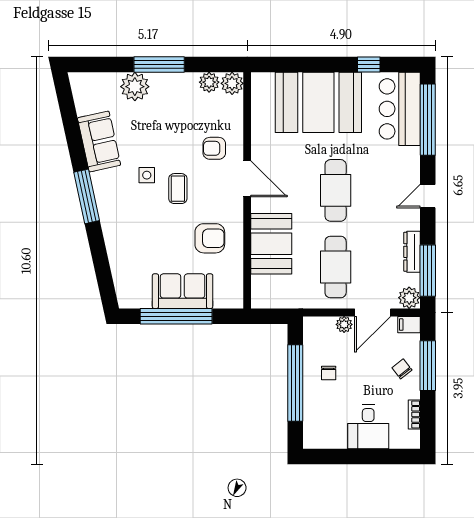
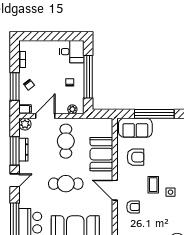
cafe table: (336, 190) -> (66, 184), turned 90
armchair: (210, 238) -> (136, 157), turned 180
window: (428, 271) -> (15, 151), moved
sofa: (183, 291) -> (135, 128), moved
plant: (344, 324) -> (72, 109), moved
desk: (368, 427) -> (72, 52), moved, turned 90

